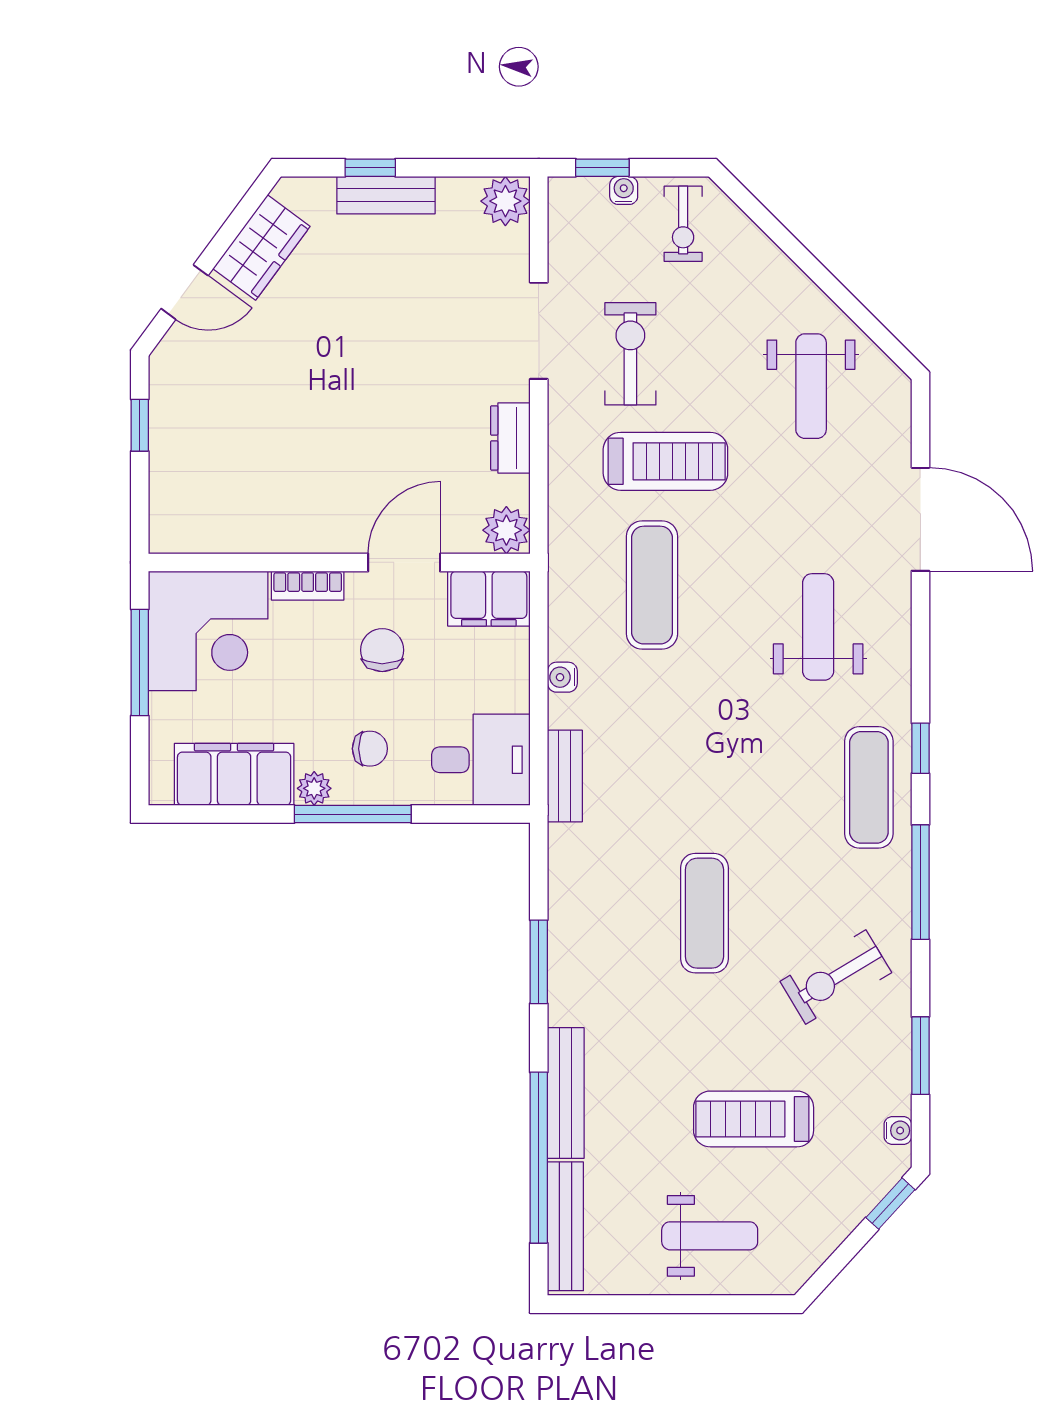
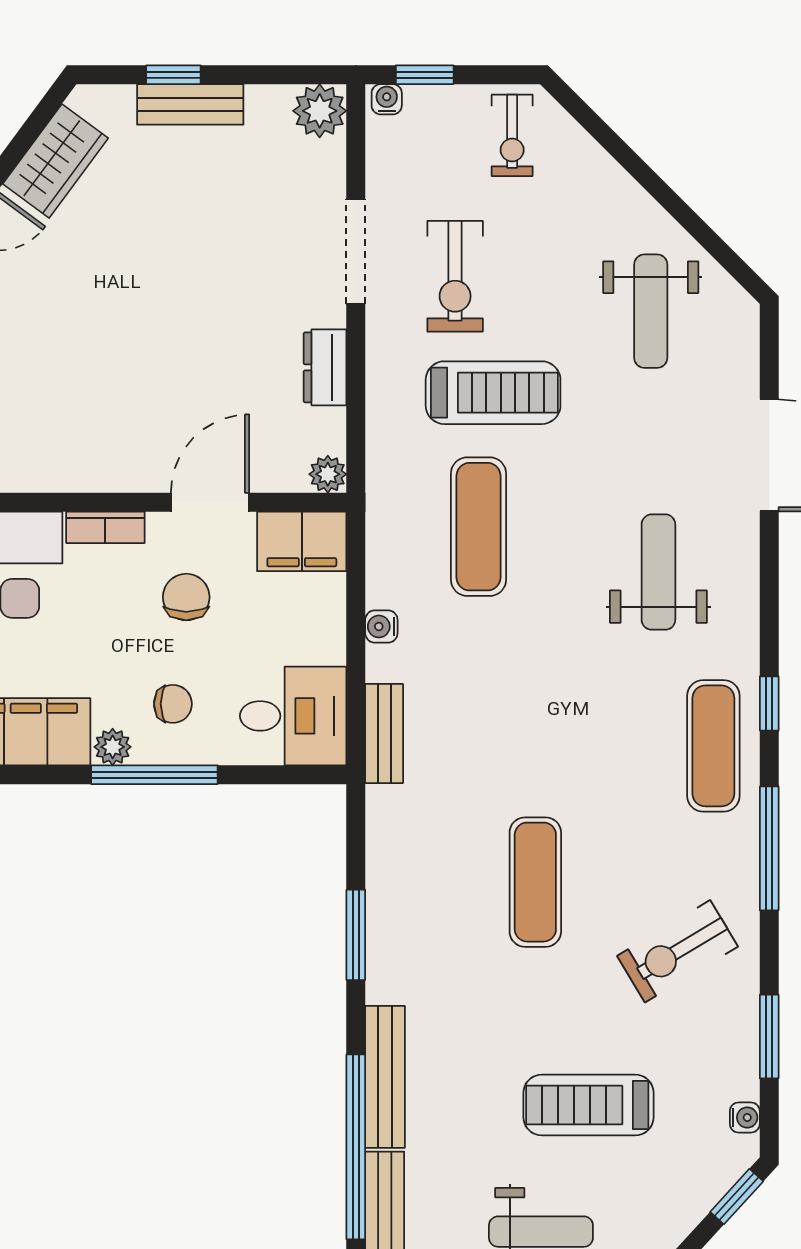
water cooler: (624, 190) -> (387, 99), moved
exercise bike: (630, 354) -> (455, 276), turned 180
plant: (506, 530) -> (328, 474), width x0.73, depth x0.73

